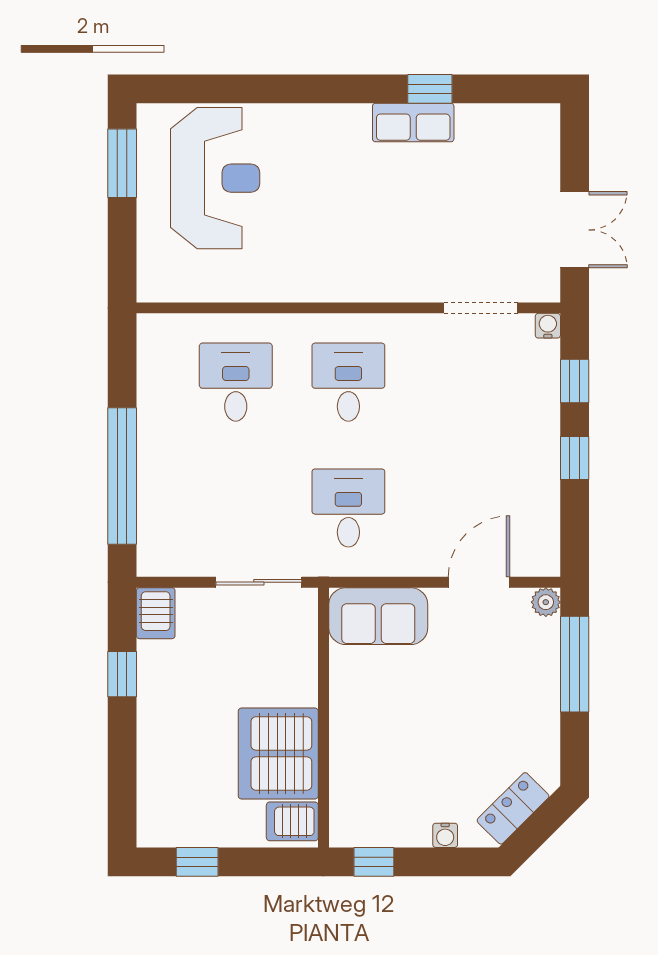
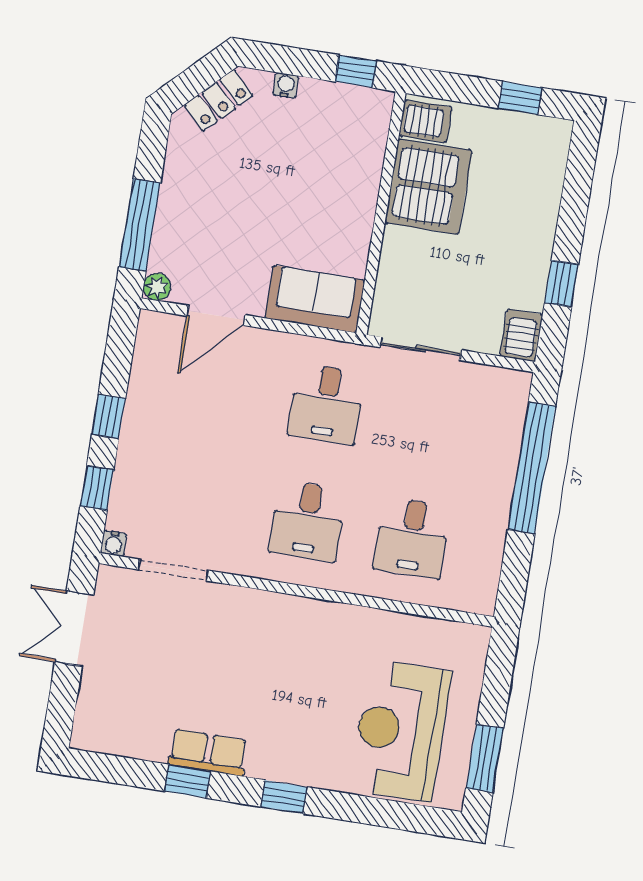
window: (326, 89) -> (284, 797), added

